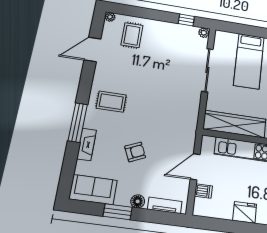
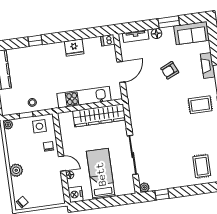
dishwasher: (203, 191) -> (108, 40), moved

